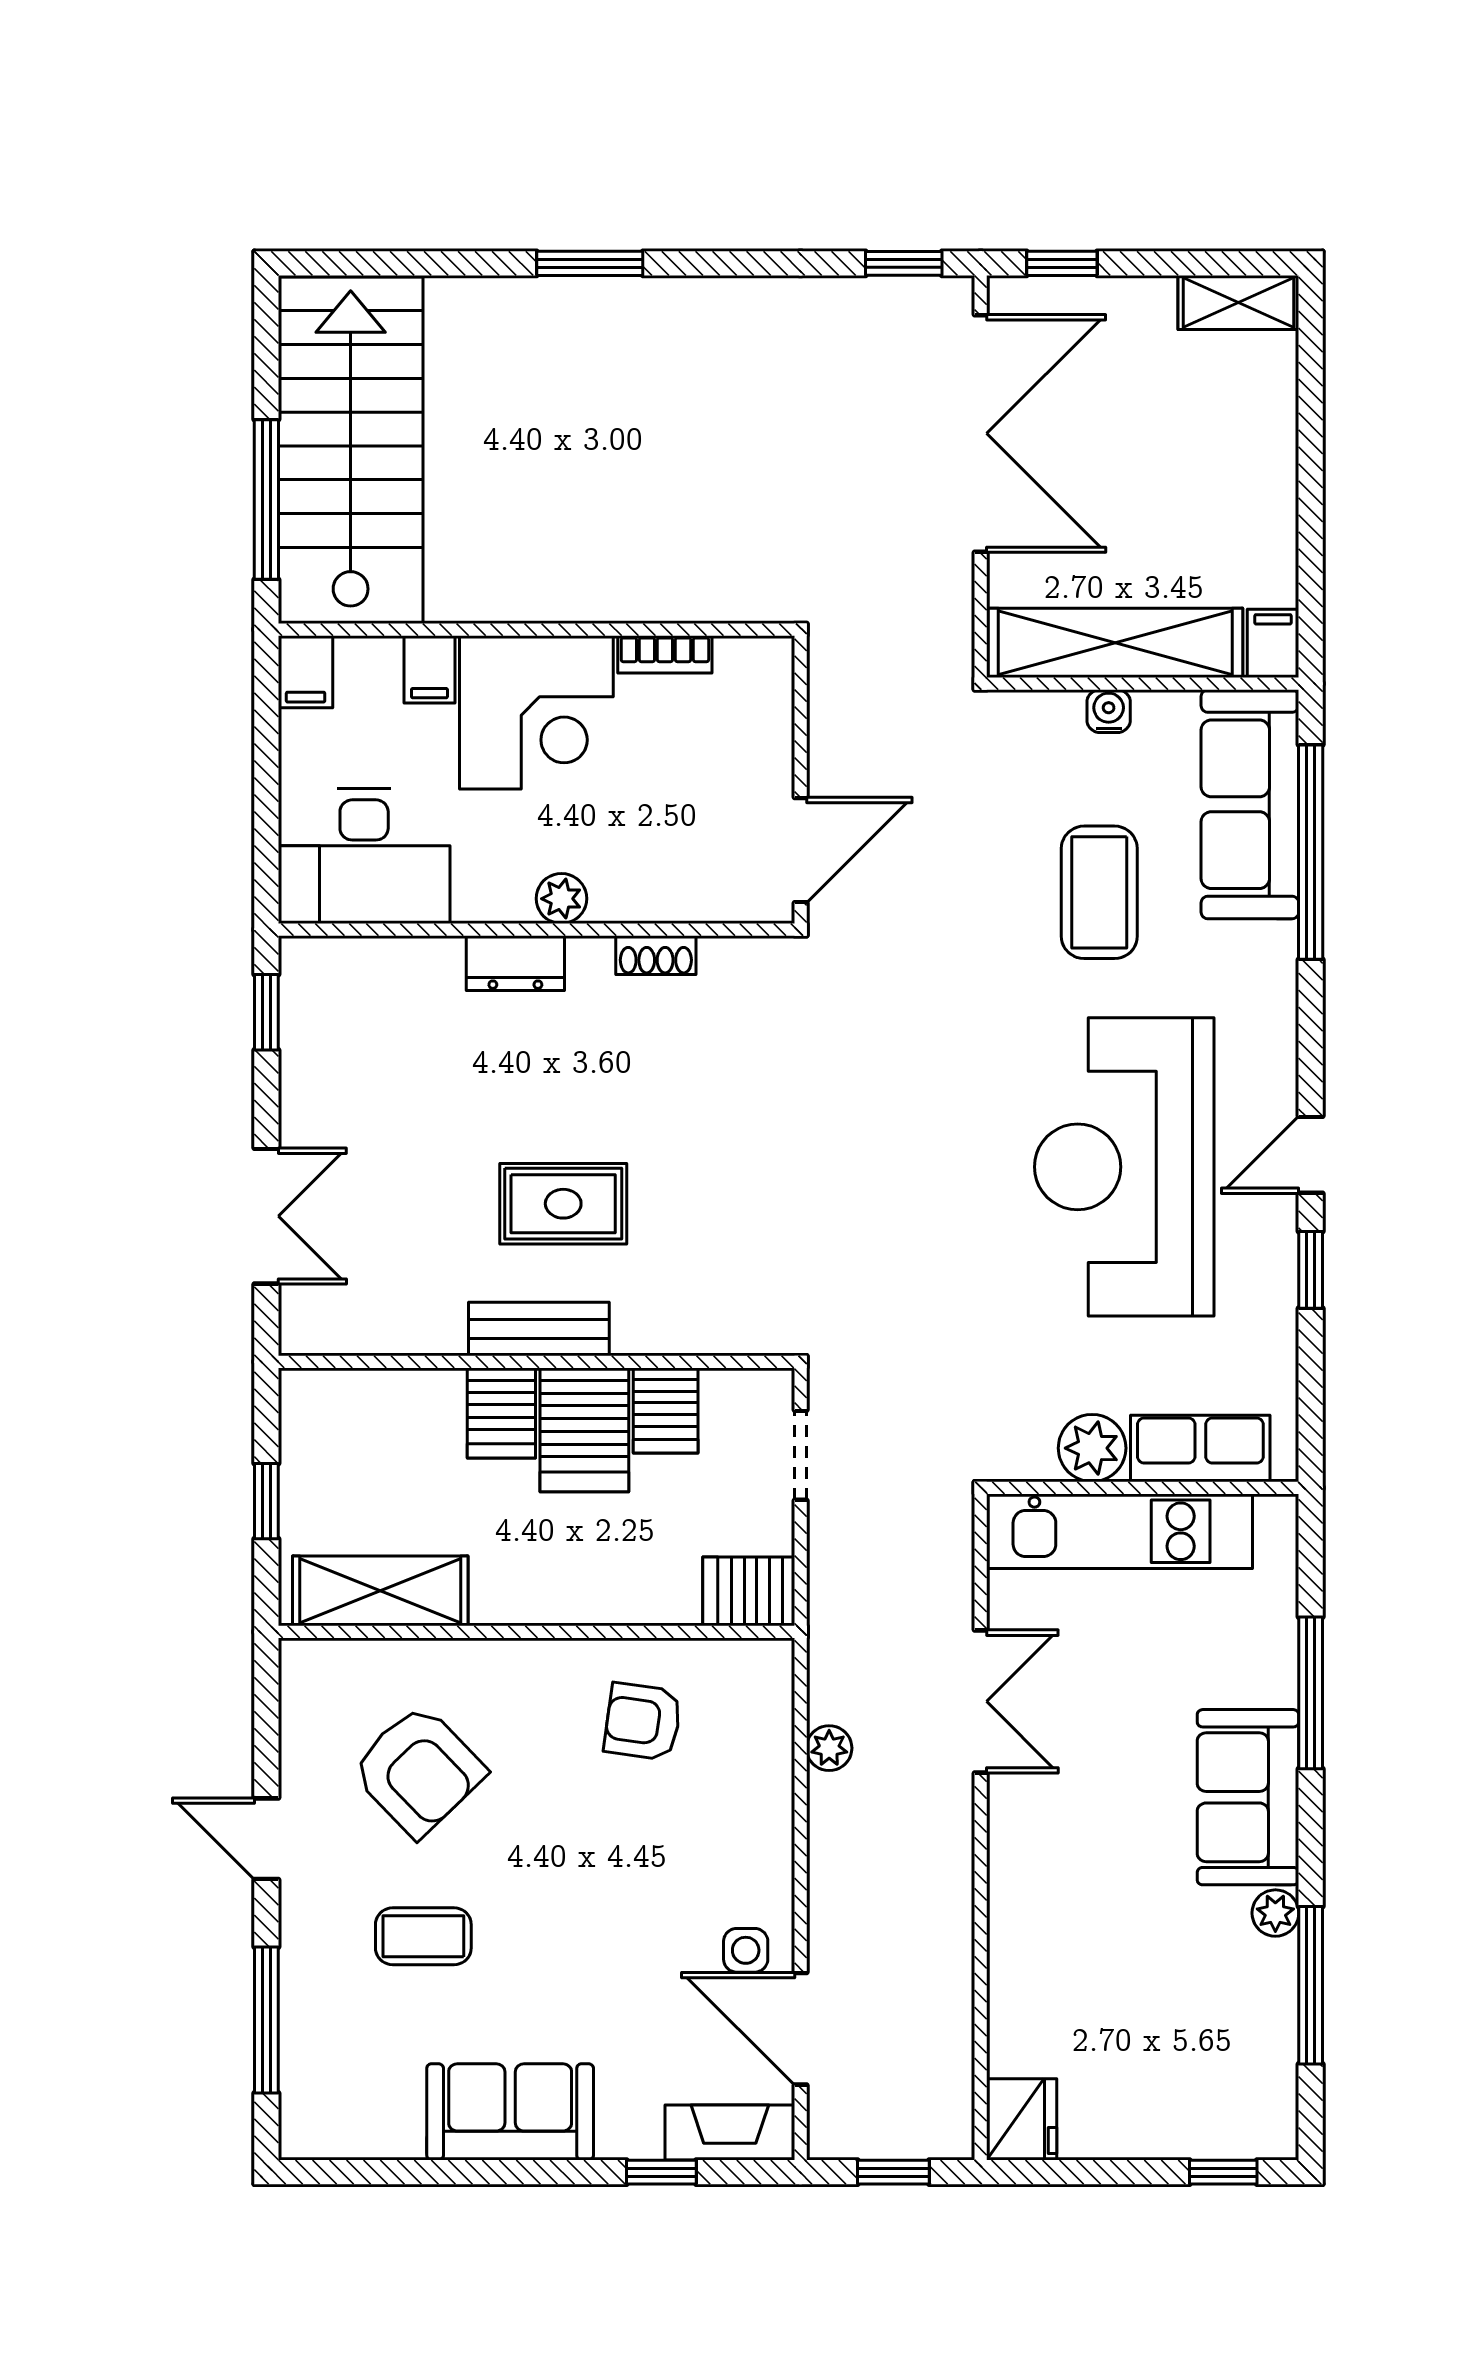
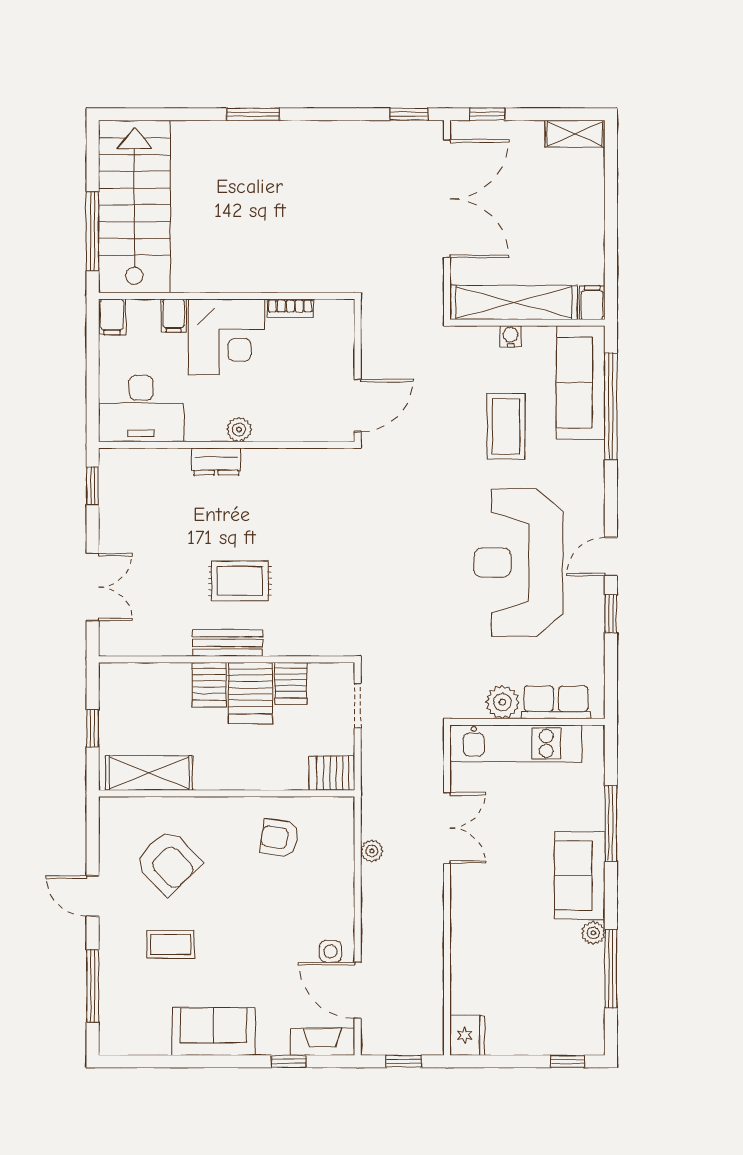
shoe rack: (656, 955) -> (286, 457), removed

